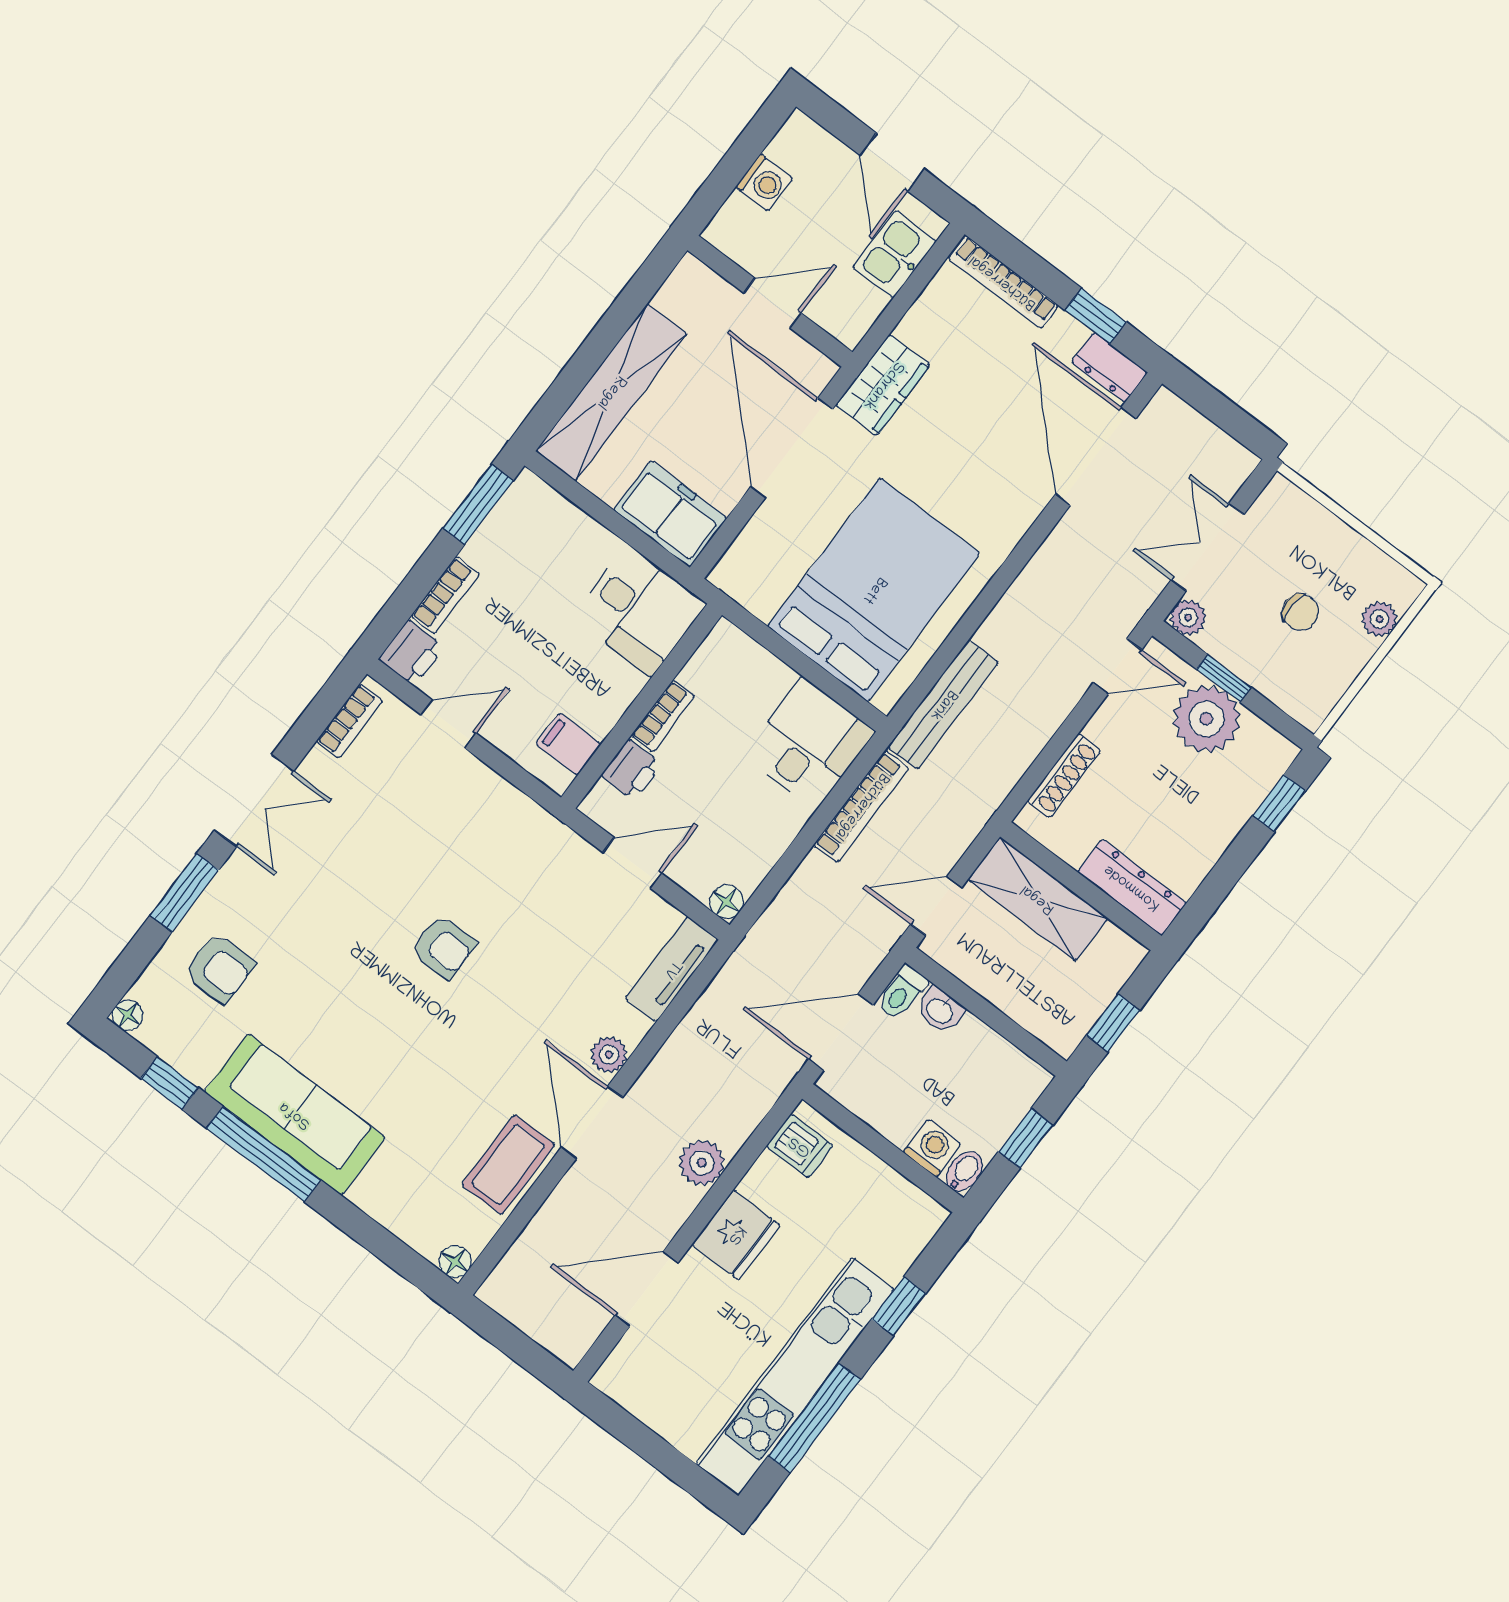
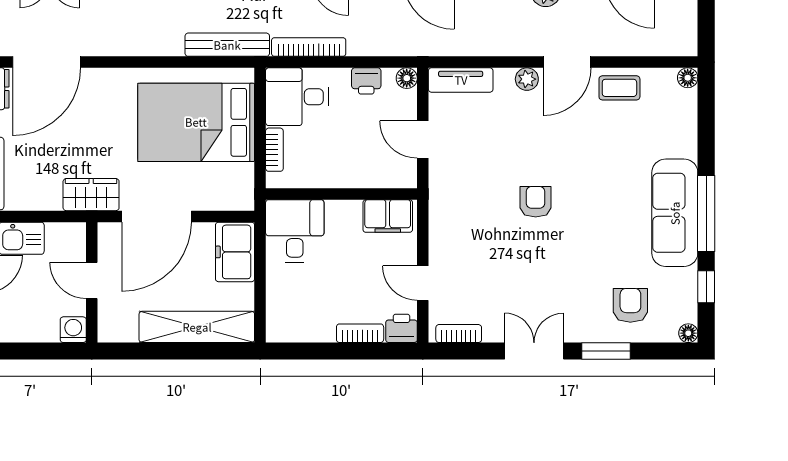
washing machine: (764, 183) -> (73, 330), moved
window: (478, 504) -> (302, 351), removed
bookcase: (663, 716) -> (274, 150), moved, turned 90
filing cabinet: (568, 744) -> (388, 216), width x2.00
printer: (631, 770) -> (366, 81), moved, turned 180
coffee table: (508, 1165) -> (619, 88), width x0.73, depth x0.77

